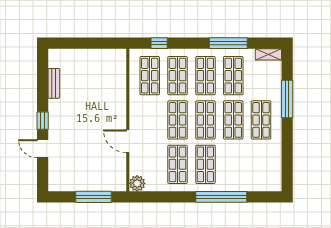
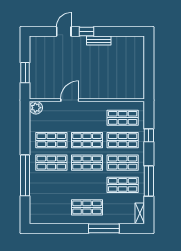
window: (159, 43) -> (149, 135), moved
bench: (54, 83) -> (99, 41), moved
shop shelf: (233, 120) -> (87, 185), removed
window: (94, 197) -> (25, 73), width x0.69

